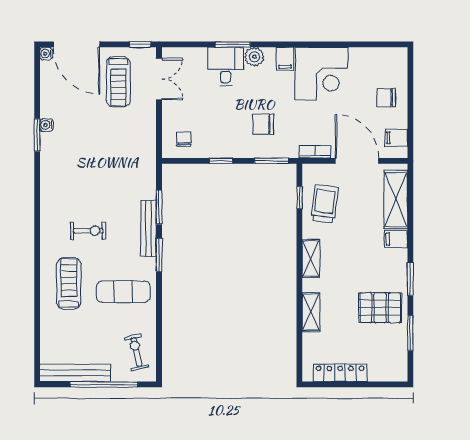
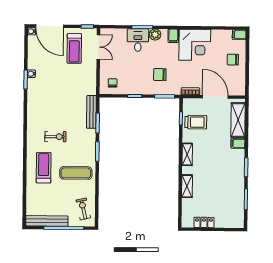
filing cabinet: (396, 138) -> (239, 35), moved
trolley: (325, 204) -> (196, 122), turned 83
bench: (148, 228) -> (91, 112), moved
pallet: (380, 308) -> (228, 184), removed
locker: (340, 373) -> (204, 222), width x0.66

